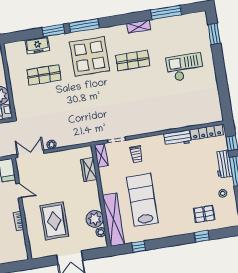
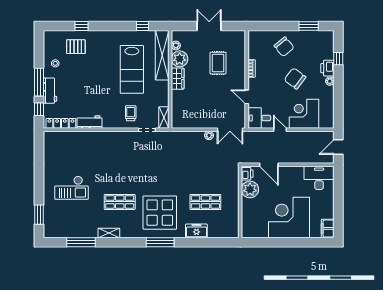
window: (53, 31) -> (190, 242), removed
freezer: (38, 45) -> (196, 231), moved
wardrobe: (89, 170) -> (178, 79), moved
rug: (54, 221) -> (218, 63), width x0.73, depth x0.70

